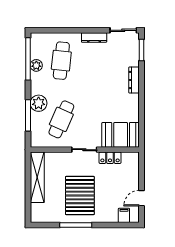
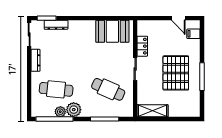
dresser: (134, 80) -> (56, 25), moved
plant: (39, 103) -> (74, 110), moved
booth: (121, 135) -> (112, 31), moved, turned 90
shelving: (37, 177) -> (153, 111), width x0.68
pallet: (80, 196) -> (176, 73), turned 90

